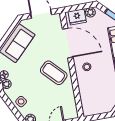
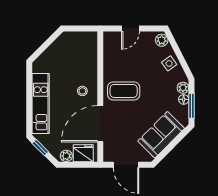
door: (68, 43) -> (100, 124), hinge flipped
coffee table: (54, 73) -> (124, 91), turned -46

